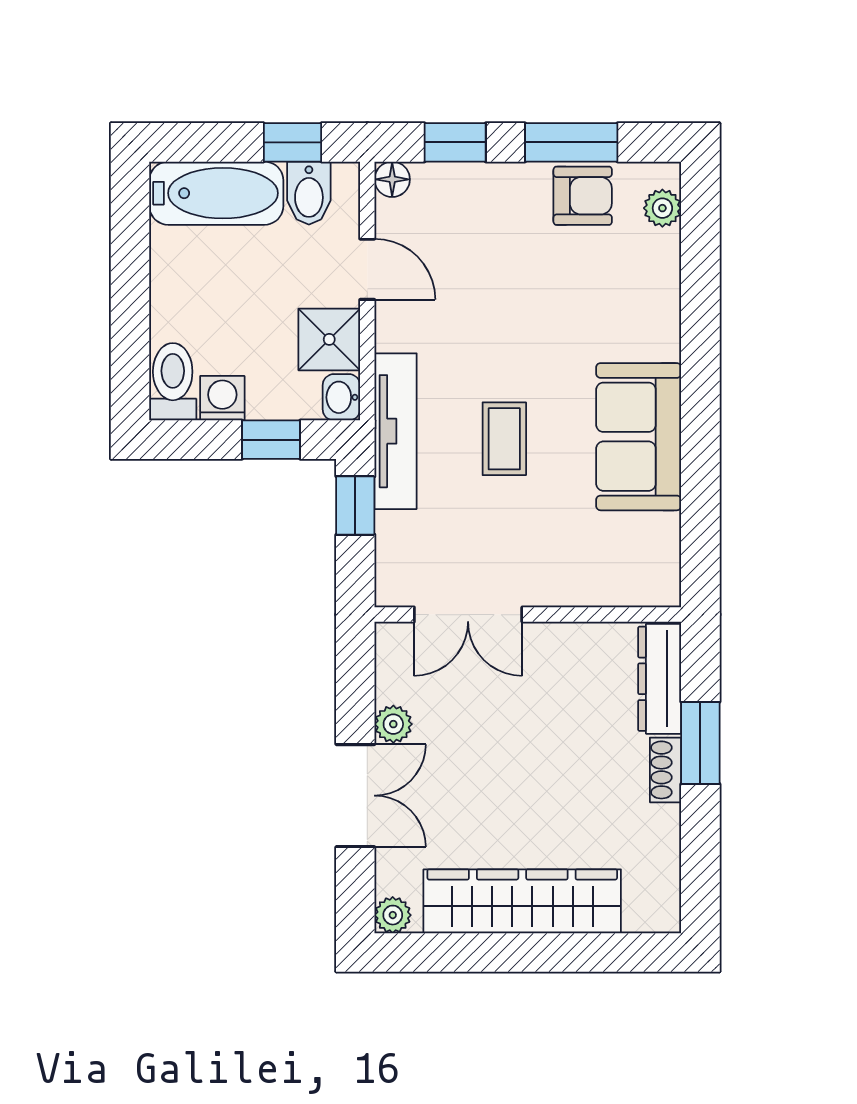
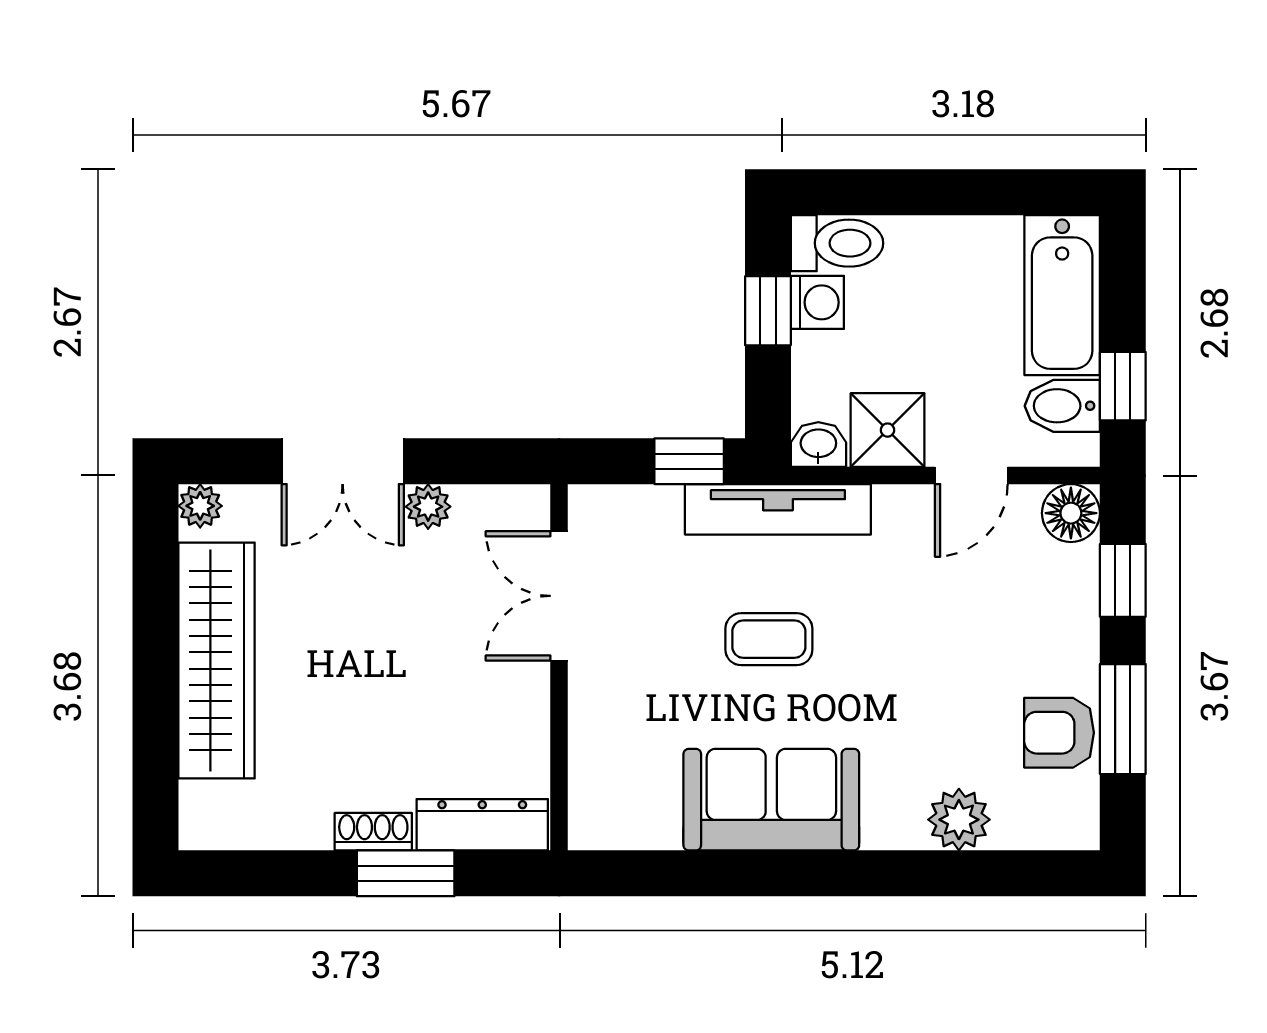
floor lamp: (392, 179) -> (1071, 513), width x1.37, depth x1.37
armchair: (583, 196) -> (1059, 733), turned 90
plant: (662, 208) -> (959, 820), moved, width x1.38, depth x1.38
window: (271, 440) -> (768, 311), moved

